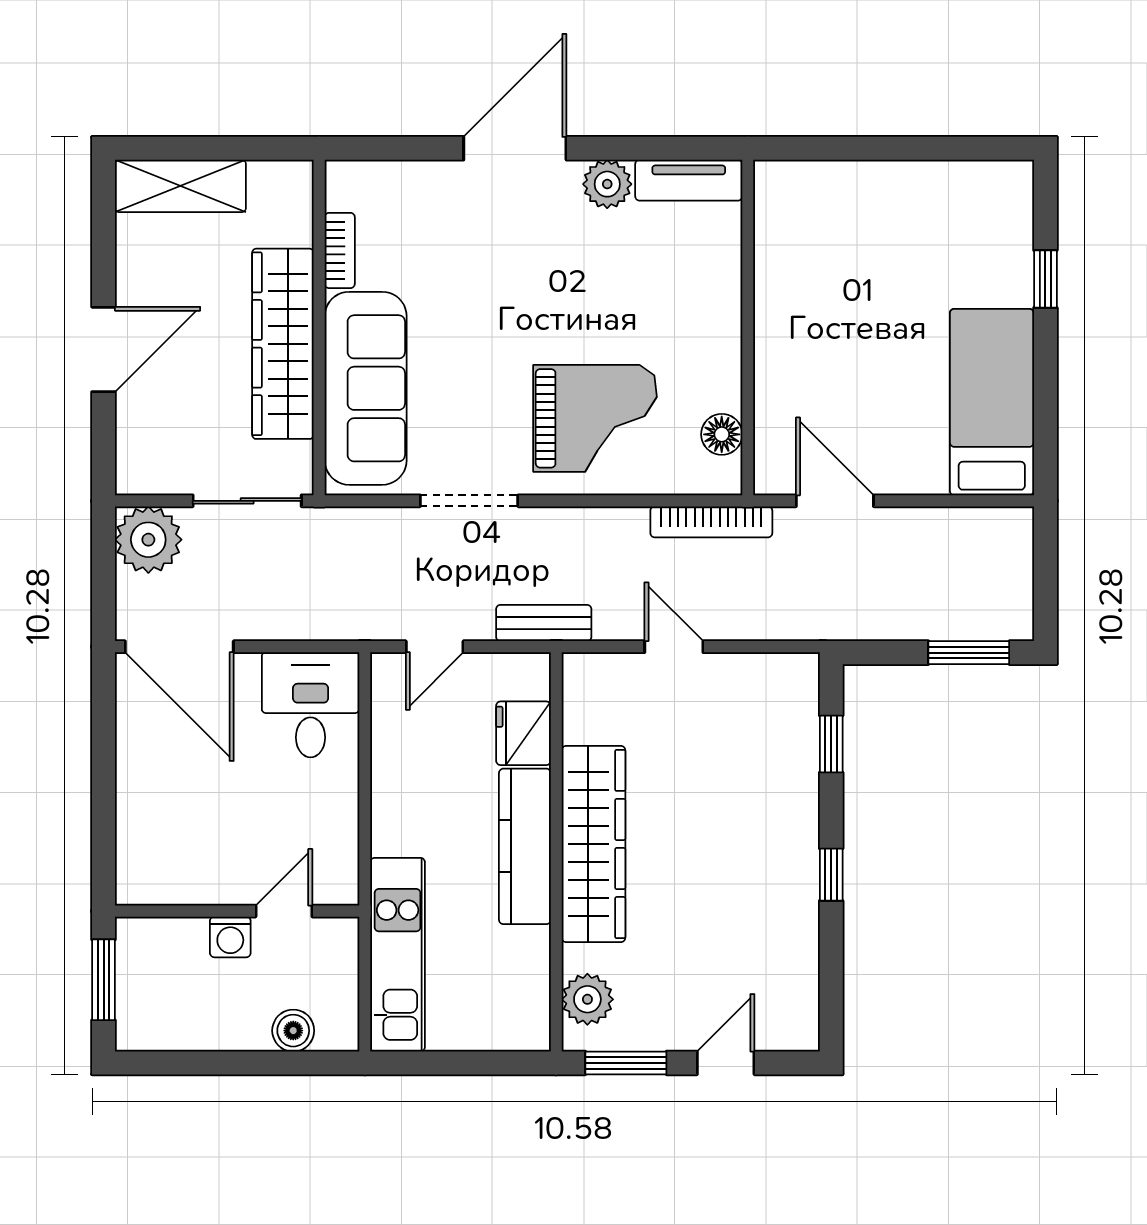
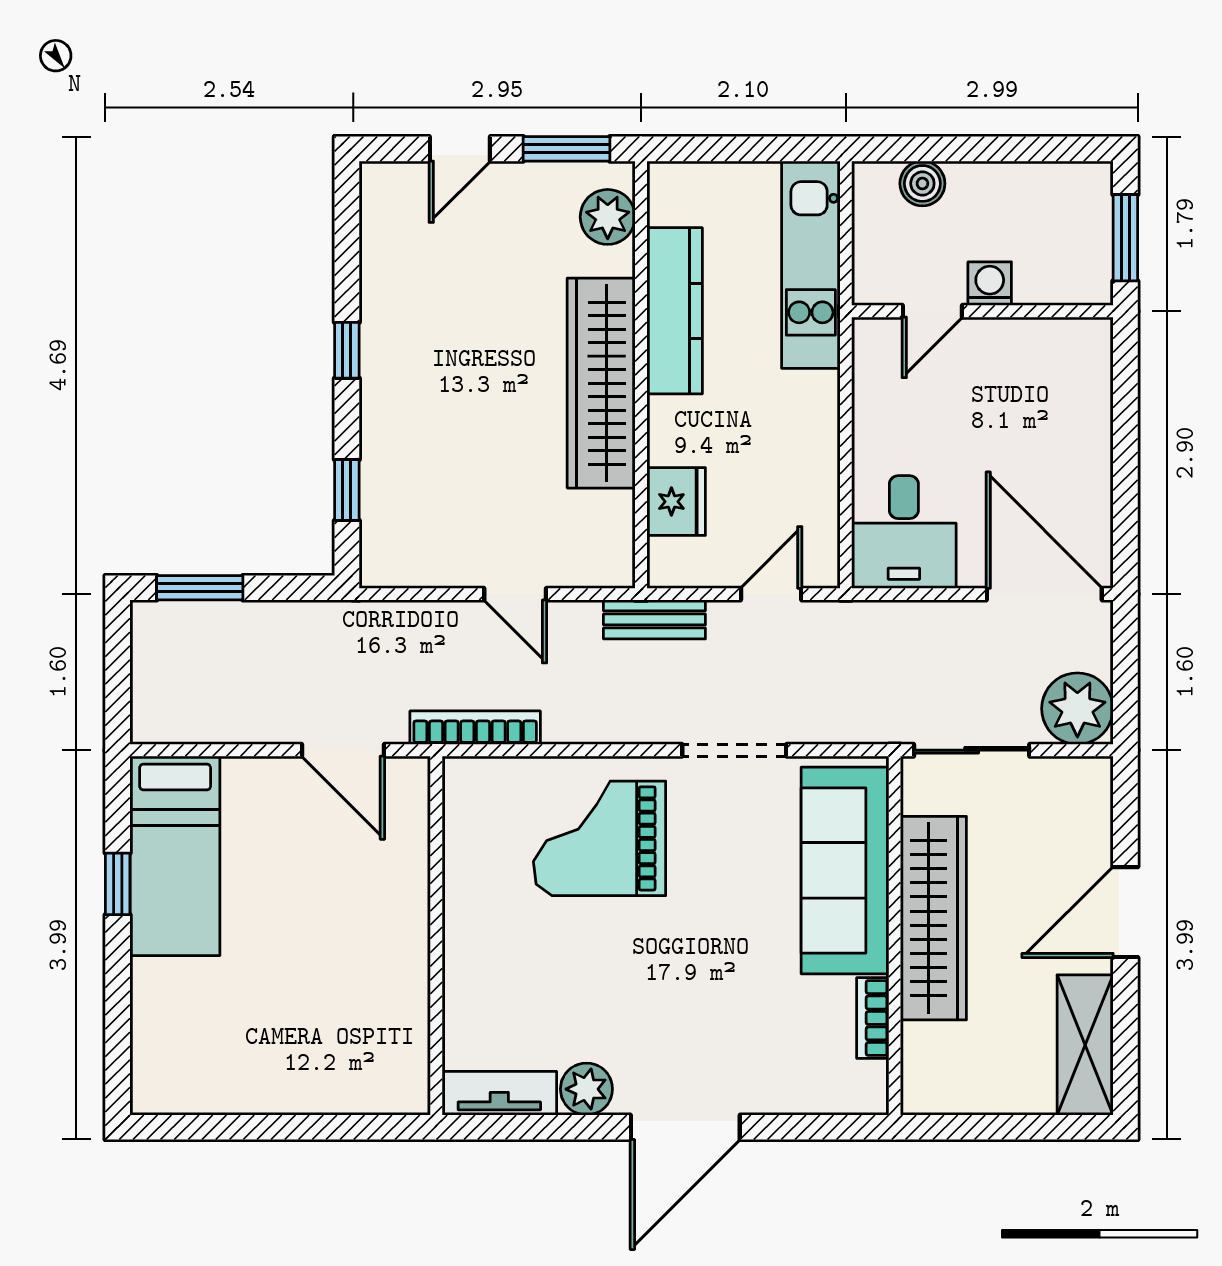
shelving: (180, 186) -> (1085, 1045), moved, turned 90
window: (1045, 279) -> (118, 884), moved
floor lamp: (722, 434) -> (464, 821), removed
kitchen counter: (525, 846) -> (675, 311), moved

